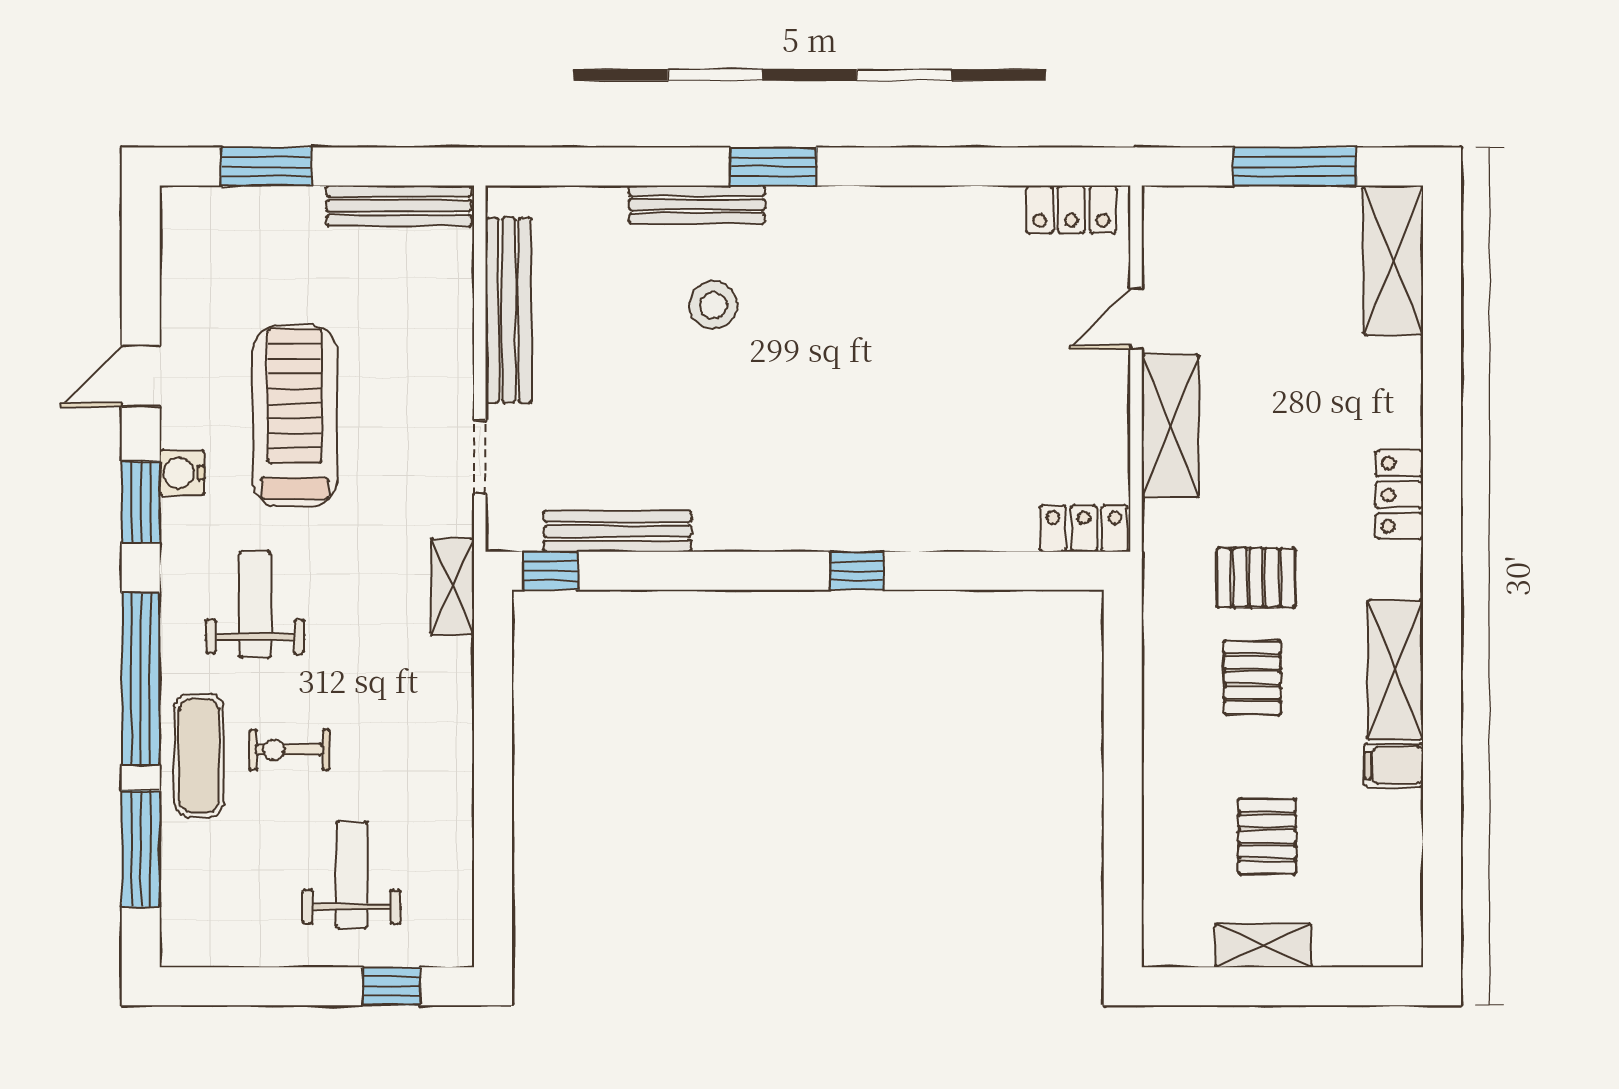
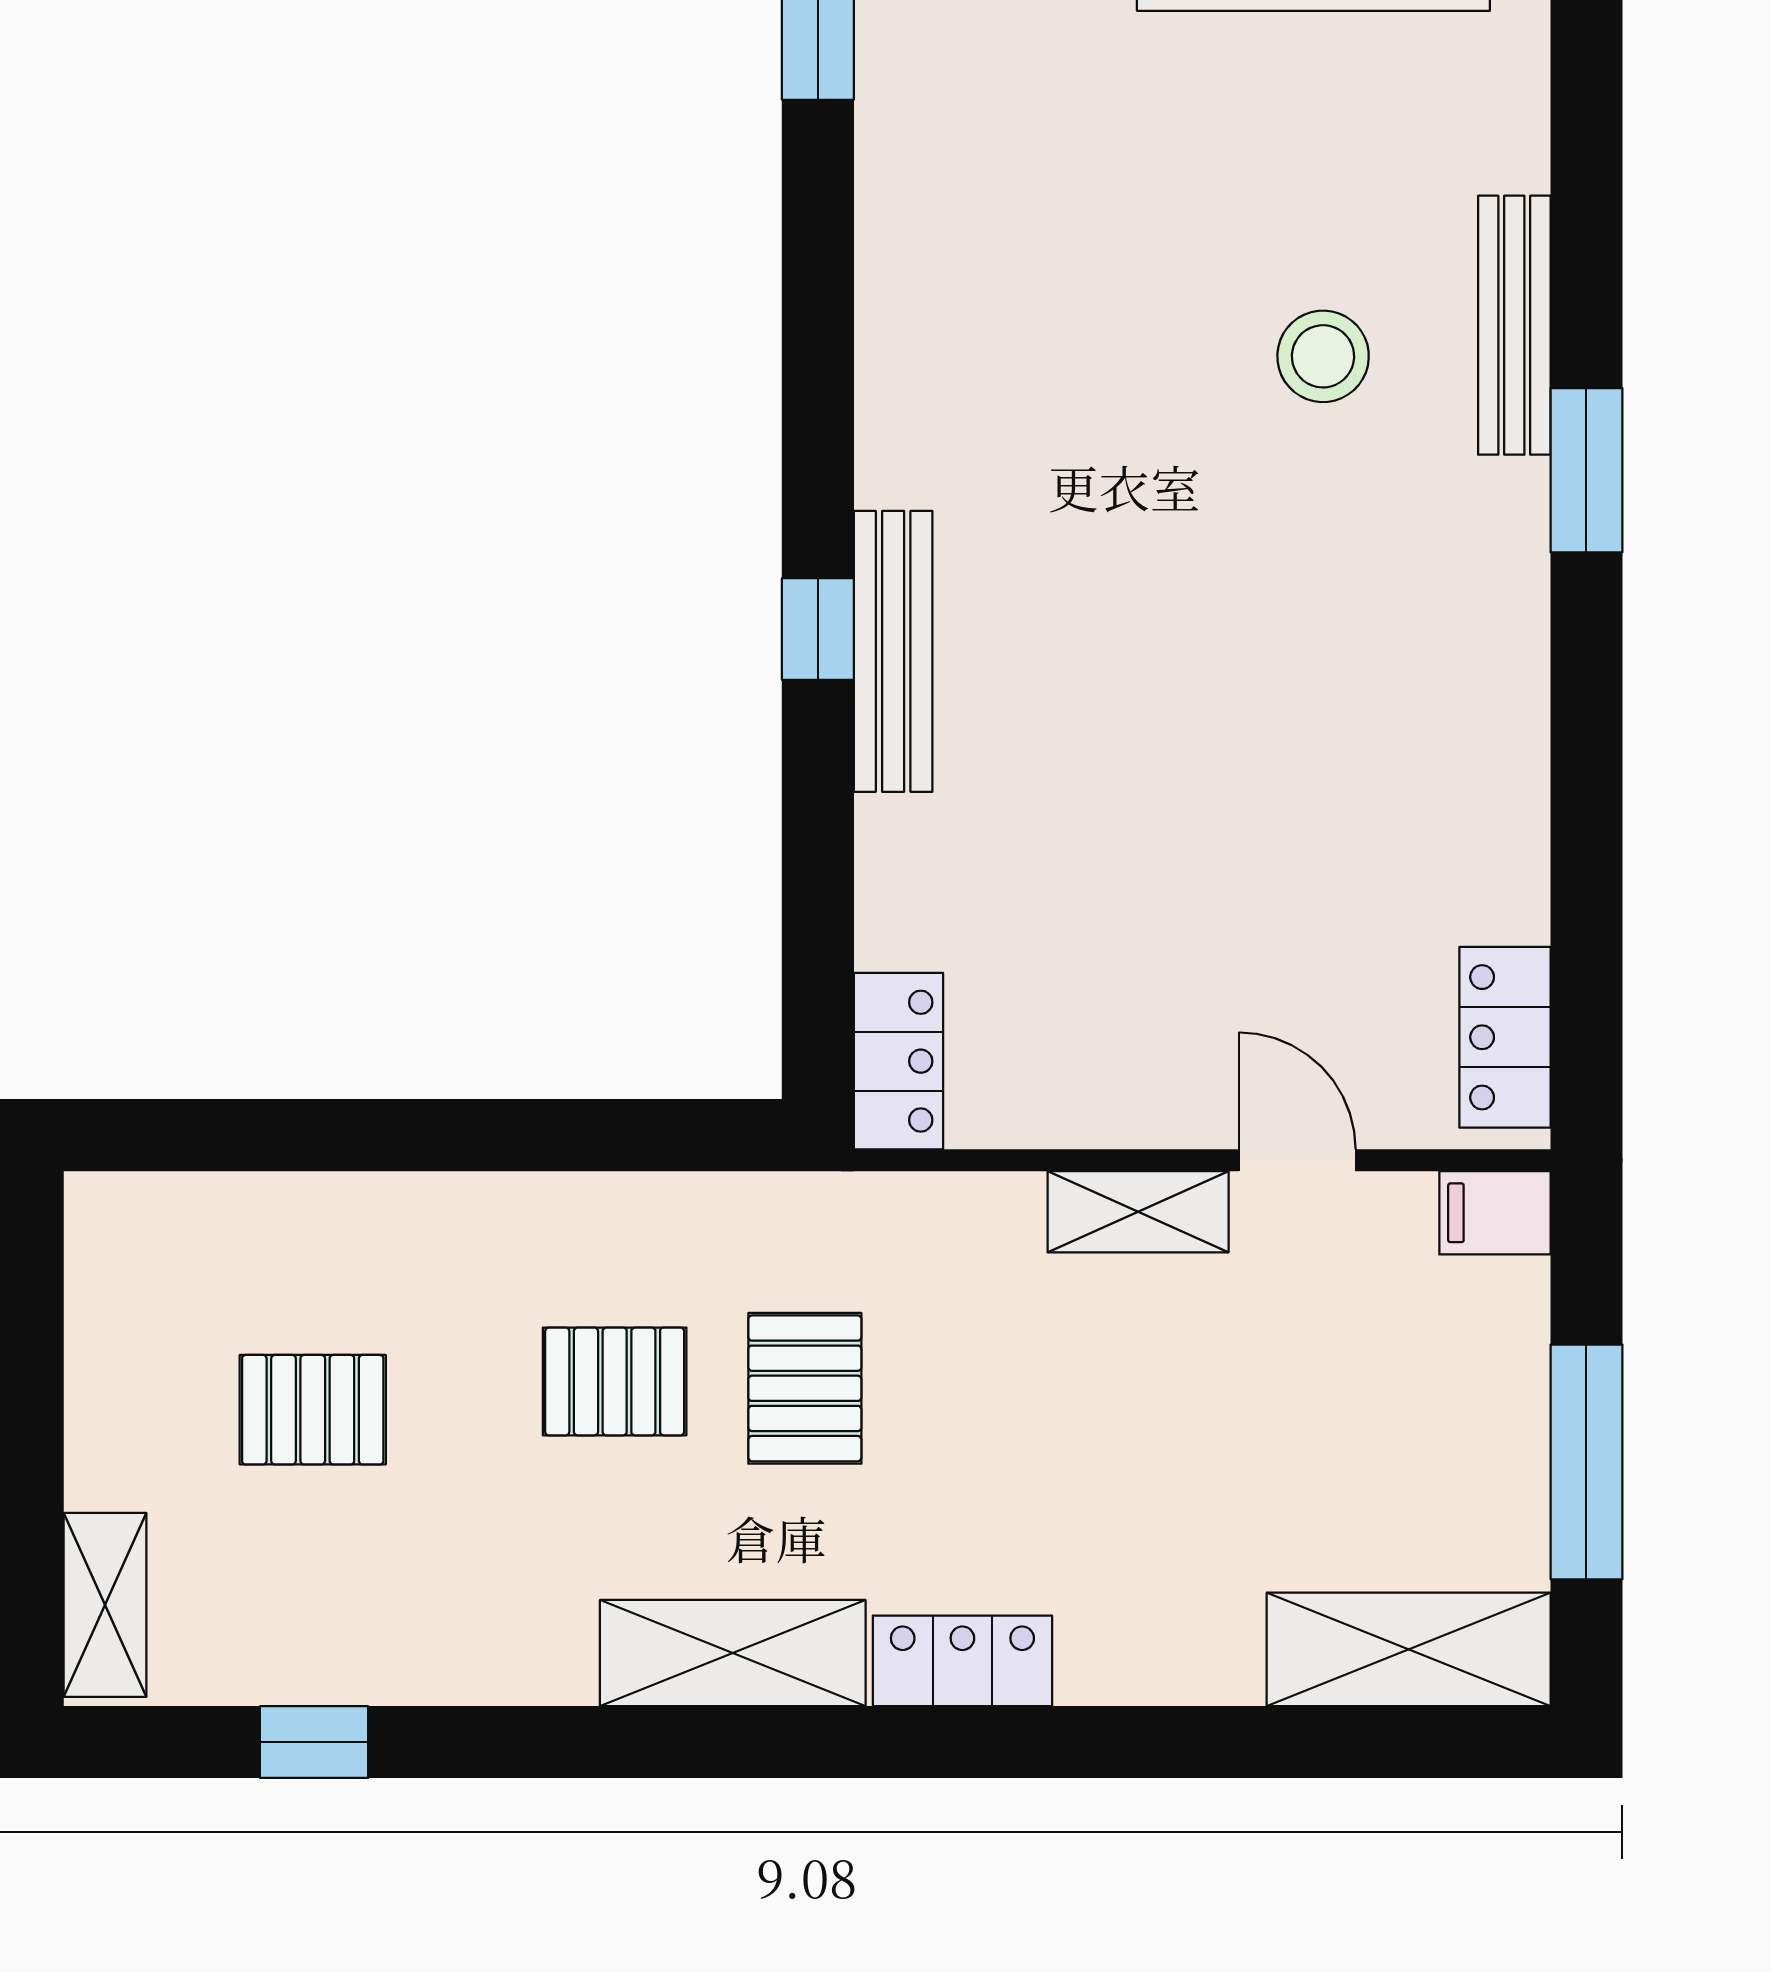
shelving: (1170, 426) -> (1138, 1212), width x0.67, depth x0.75
bench: (618, 531) -> (893, 651), moved
shelving: (1395, 670) -> (733, 1653), moved
filing cabinet: (1394, 765) -> (1495, 1213), moved, turned -90
window: (1442, 836) -> (314, 1742), added
shelving: (1263, 946) -> (105, 1605), moved

